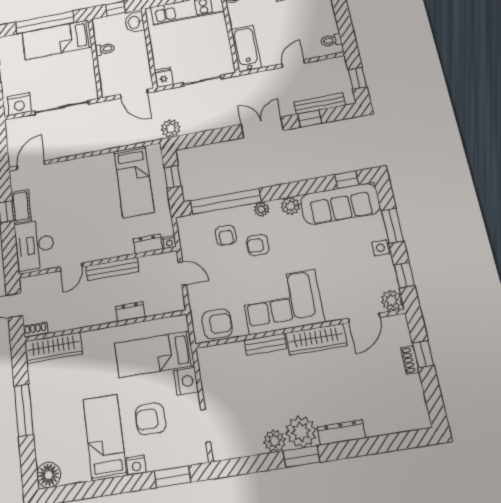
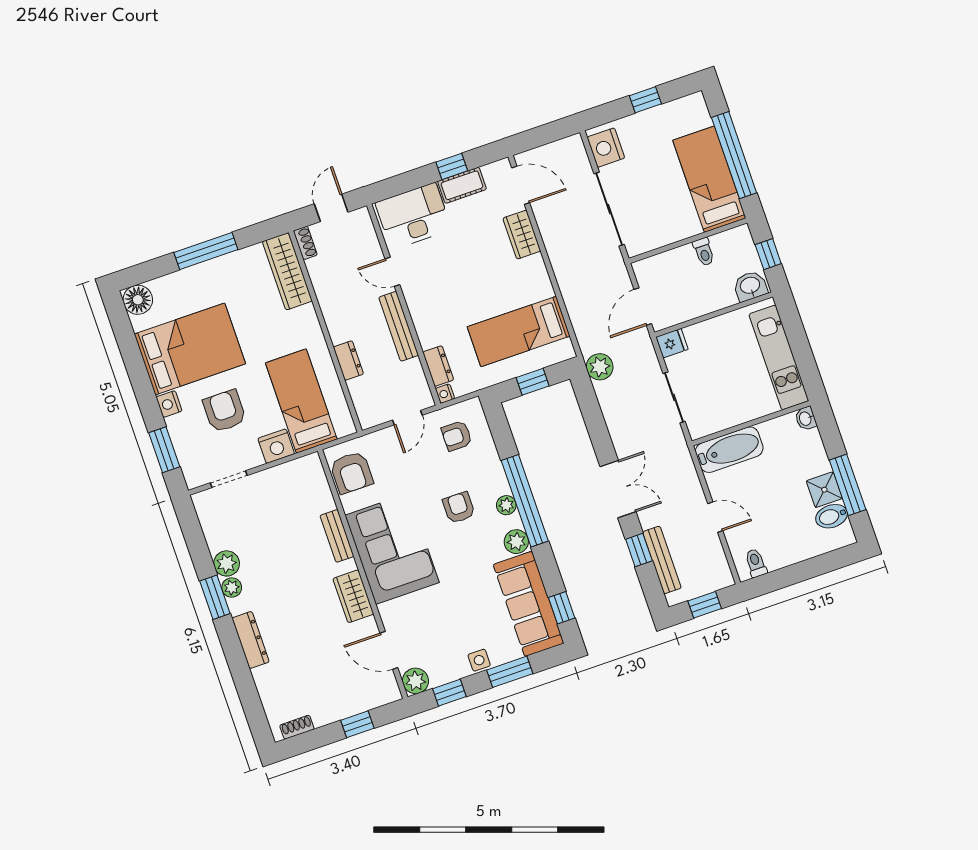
wardrobe: (65, 169) -> (522, 235), added
window: (226, 201) -> (525, 501), moved
armchair: (226, 235) -> (457, 436), moved
wardrobe: (316, 339) -> (353, 596), width x0.67
shoe rack: (410, 360) -> (297, 727), moved
plant: (301, 432) -> (232, 588), width x0.53, depth x0.53
bed: (105, 437) -> (190, 349), width x1.50

